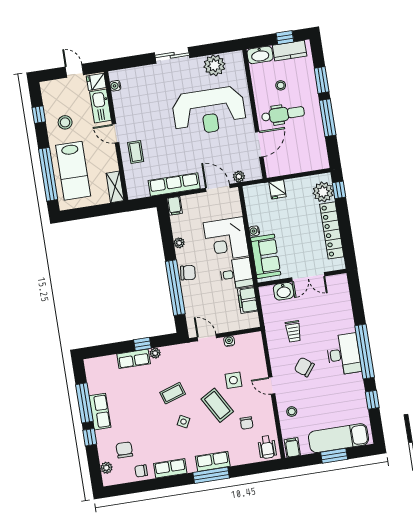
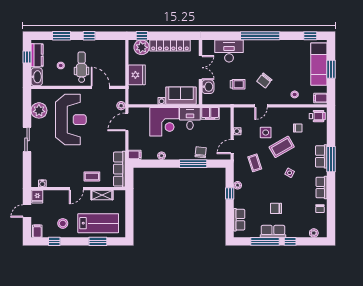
filing cabinet: (49, 89) -> (37, 231), added
kitchen sink: (101, 106) -> (55, 196), removed
window: (328, 118) -> (89, 36), width x0.46
window: (48, 174) -> (98, 241), width x0.47
row of seats: (174, 185) -> (119, 169), moved
shelving: (115, 187) -> (102, 195), moved
fridge: (277, 189) -> (137, 75), width x1.88, depth x1.34
chair: (188, 273) -> (201, 152), moved
window: (175, 288) -> (193, 164), width x0.68
desk: (344, 354) -> (229, 51), moved
row of seats: (134, 359) -> (239, 220), moved
door: (272, 386) -> (261, 106), moved
coffee table: (173, 393) -> (255, 163), moved
window: (372, 400) -> (310, 36), moved
chair: (124, 450) -> (276, 208), moved

